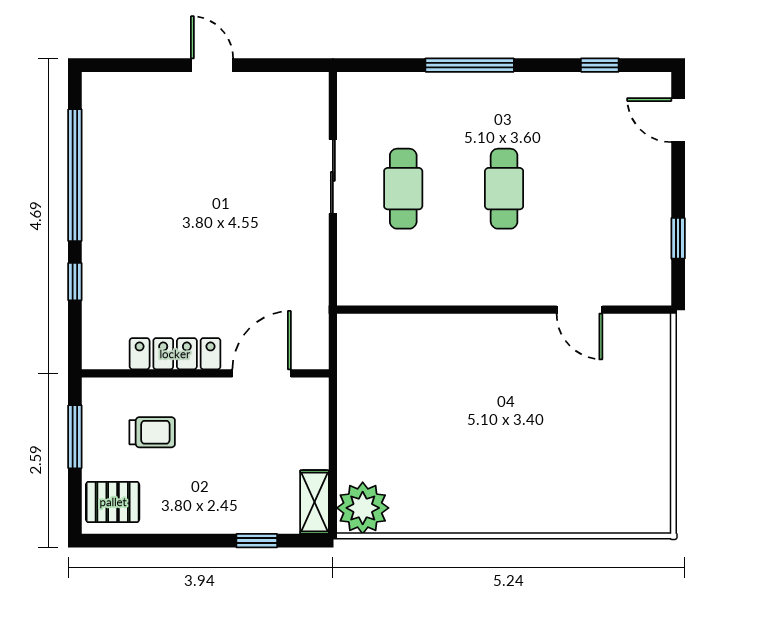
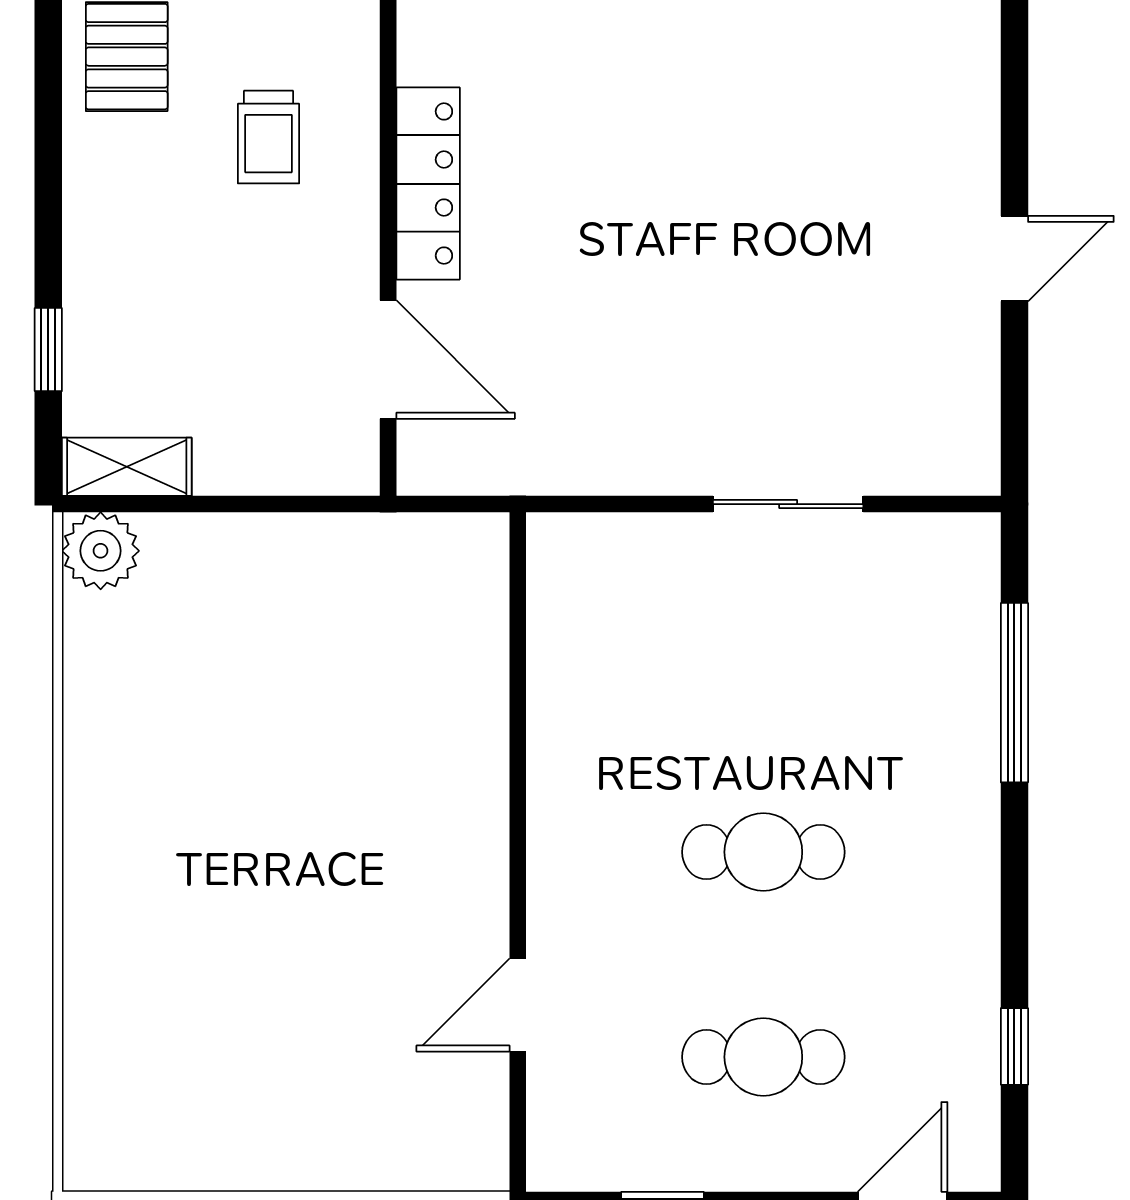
window: (470, 65) -> (1014, 693), moved
cafe table: (403, 189) -> (763, 1057), moved
plant: (363, 508) -> (101, 551), width x0.73, depth x0.73

